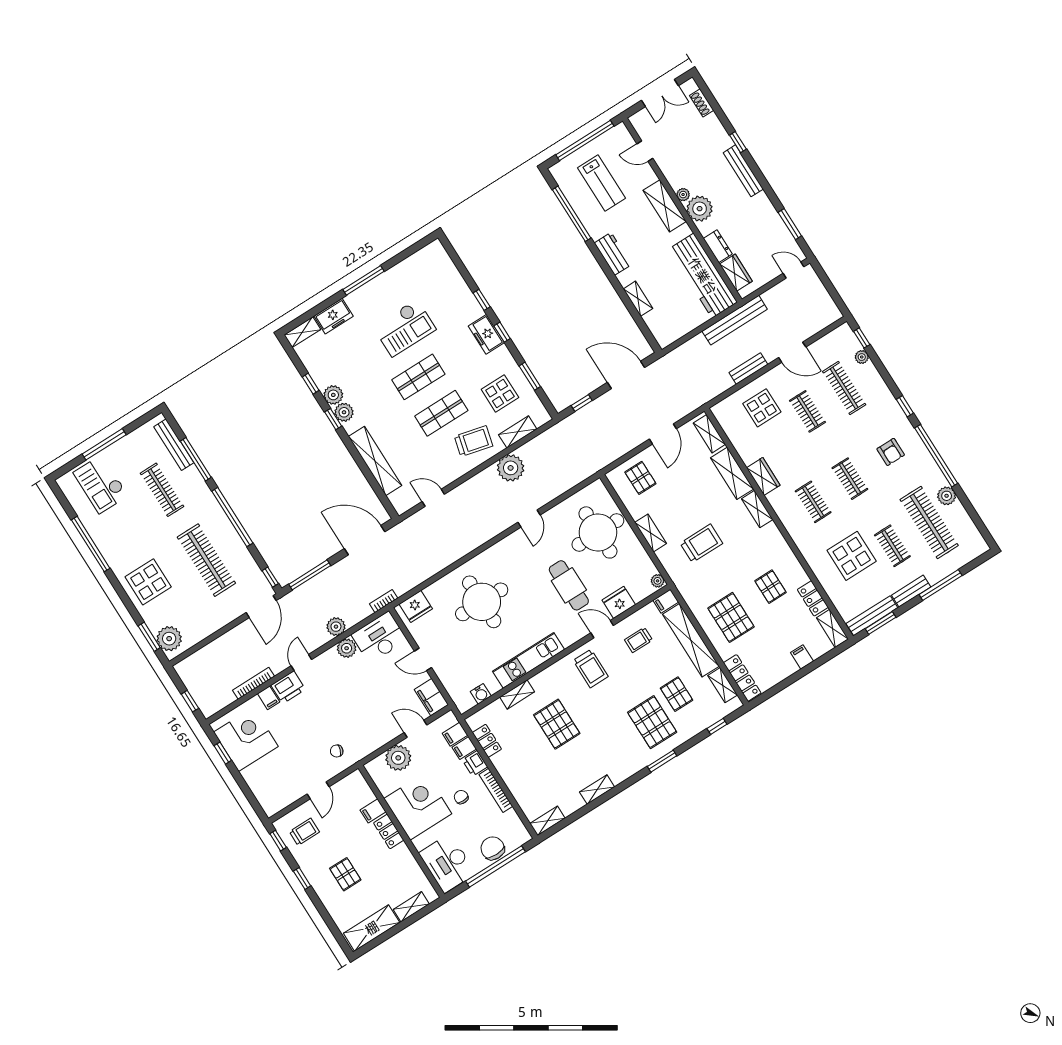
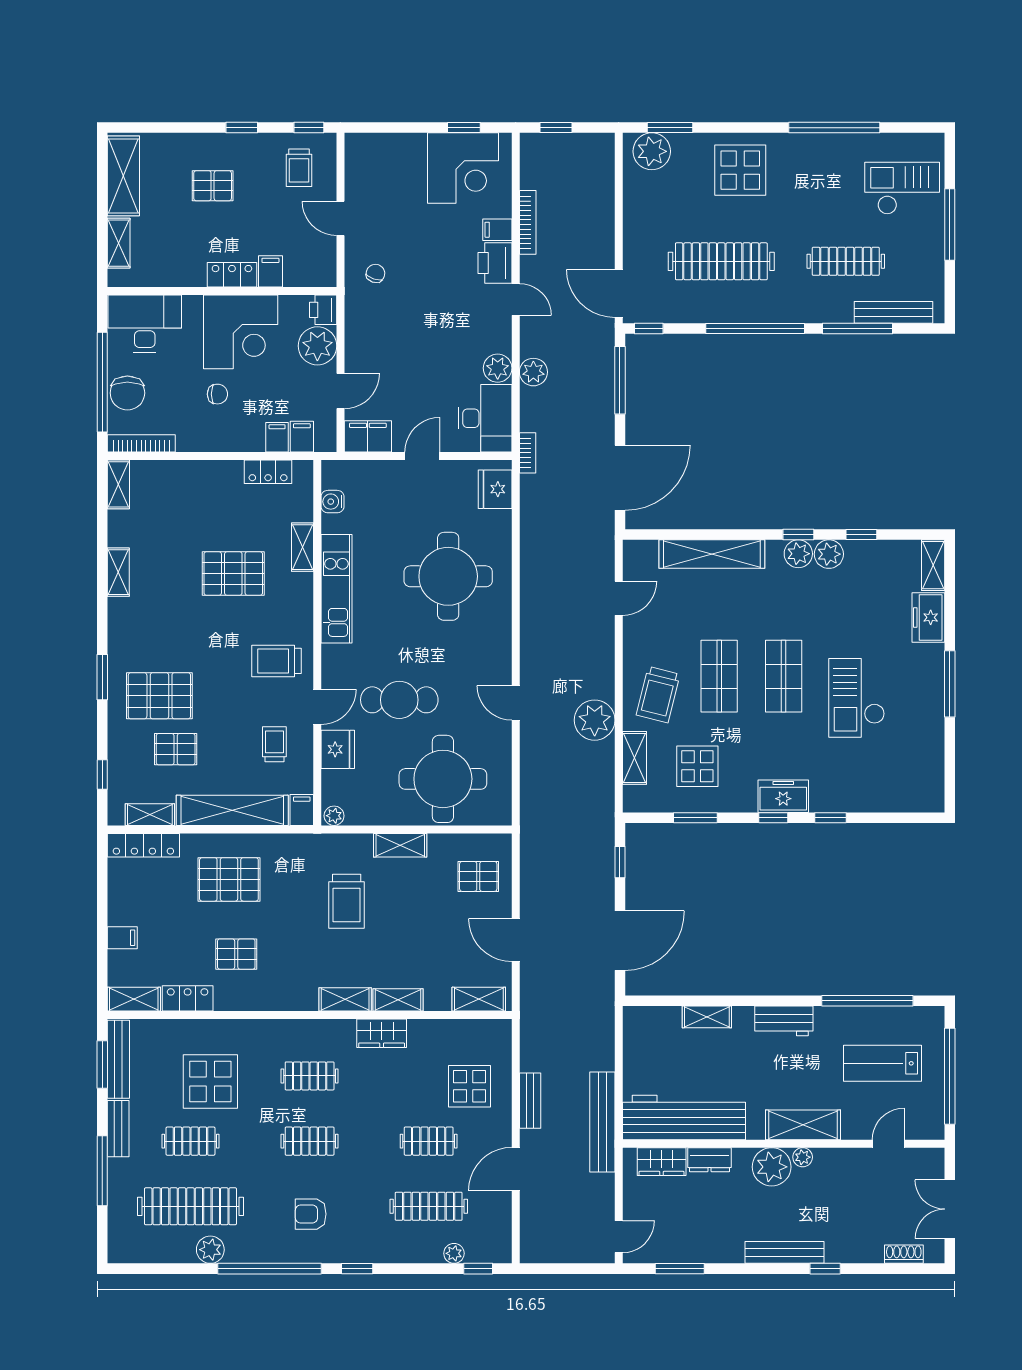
shelving: (732, 473) -> (398, 1000), width x0.67, depth x0.75
printer: (475, 763) -> (323, 310), moved, turned -90
bookcase: (496, 790) -> (141, 443), moved
chair: (493, 848) -> (127, 393), turned 90

